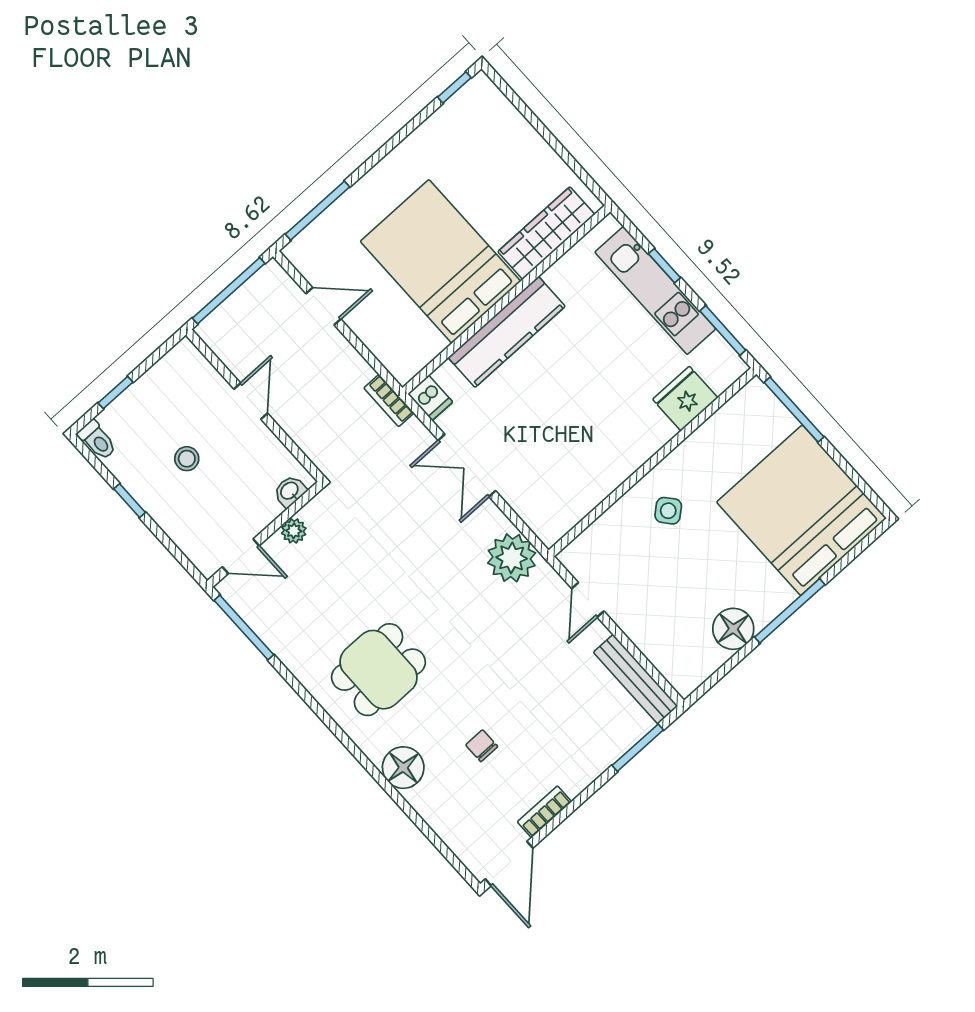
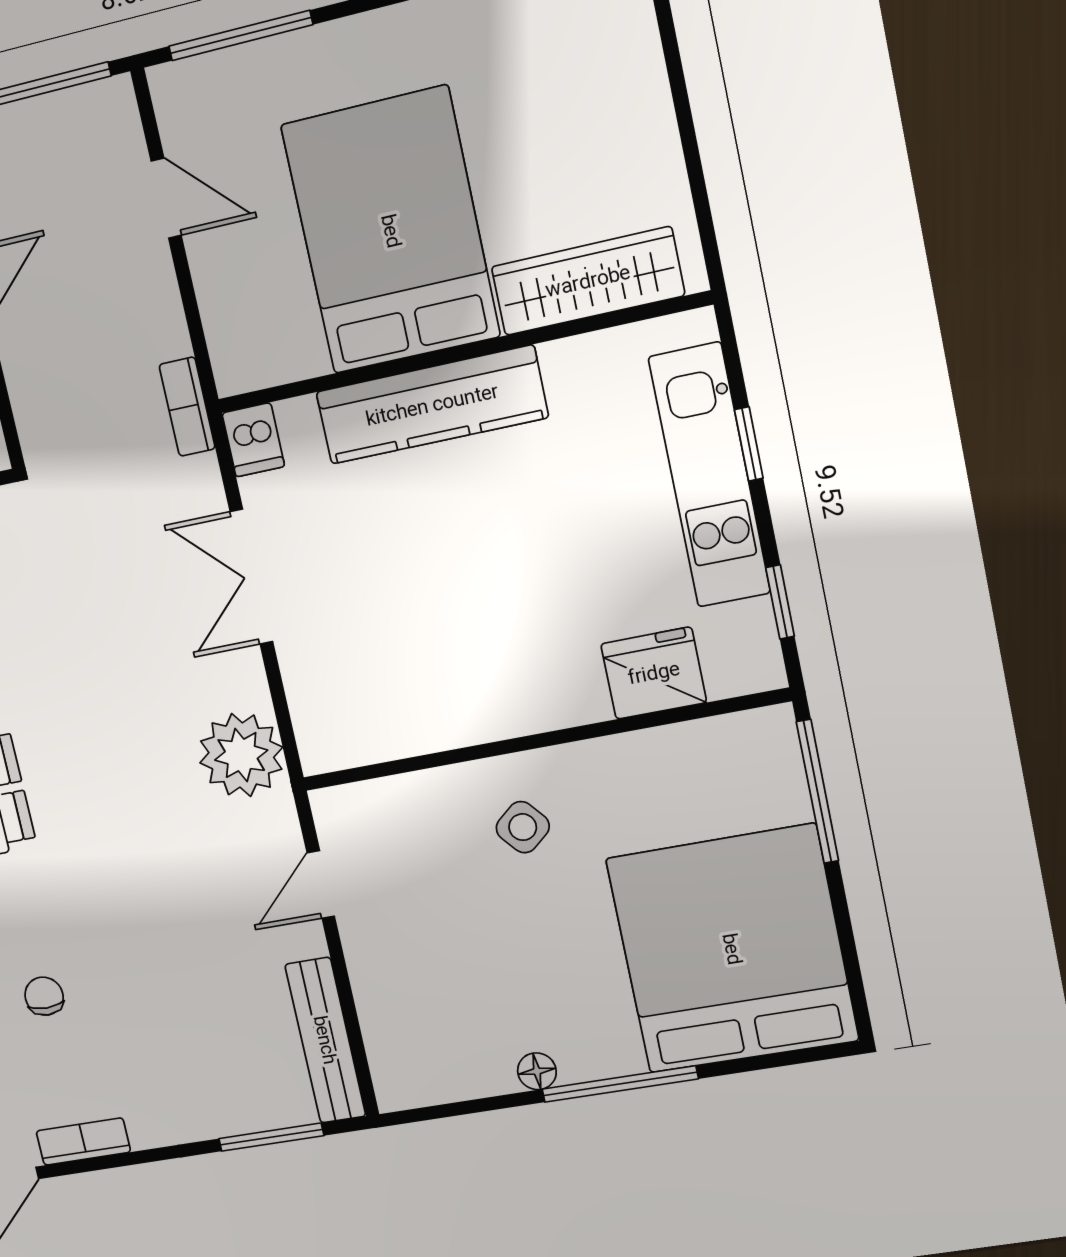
window: (723, 330) -> (780, 602), width x0.67
floor lamp: (733, 629) -> (537, 1071), width x0.53, depth x0.53

